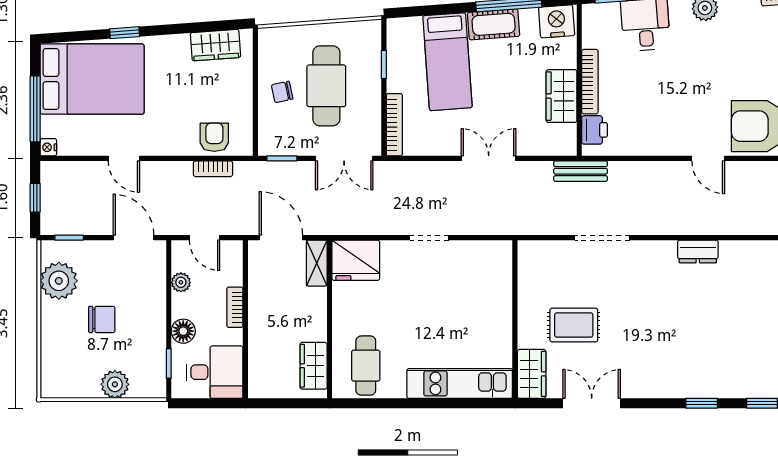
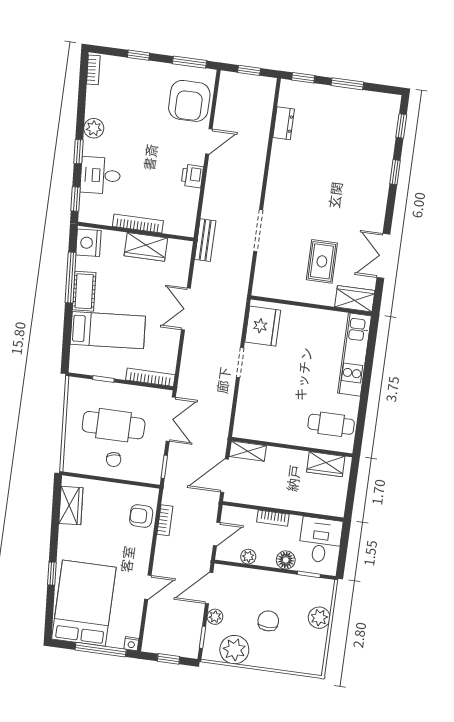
printer: (595, 130) -> (192, 176), moved, turned -90
plant: (98, 250) -> (215, 617), added
dresser: (698, 251) -> (284, 123), moved
fridge: (356, 260) -> (263, 326), moved

